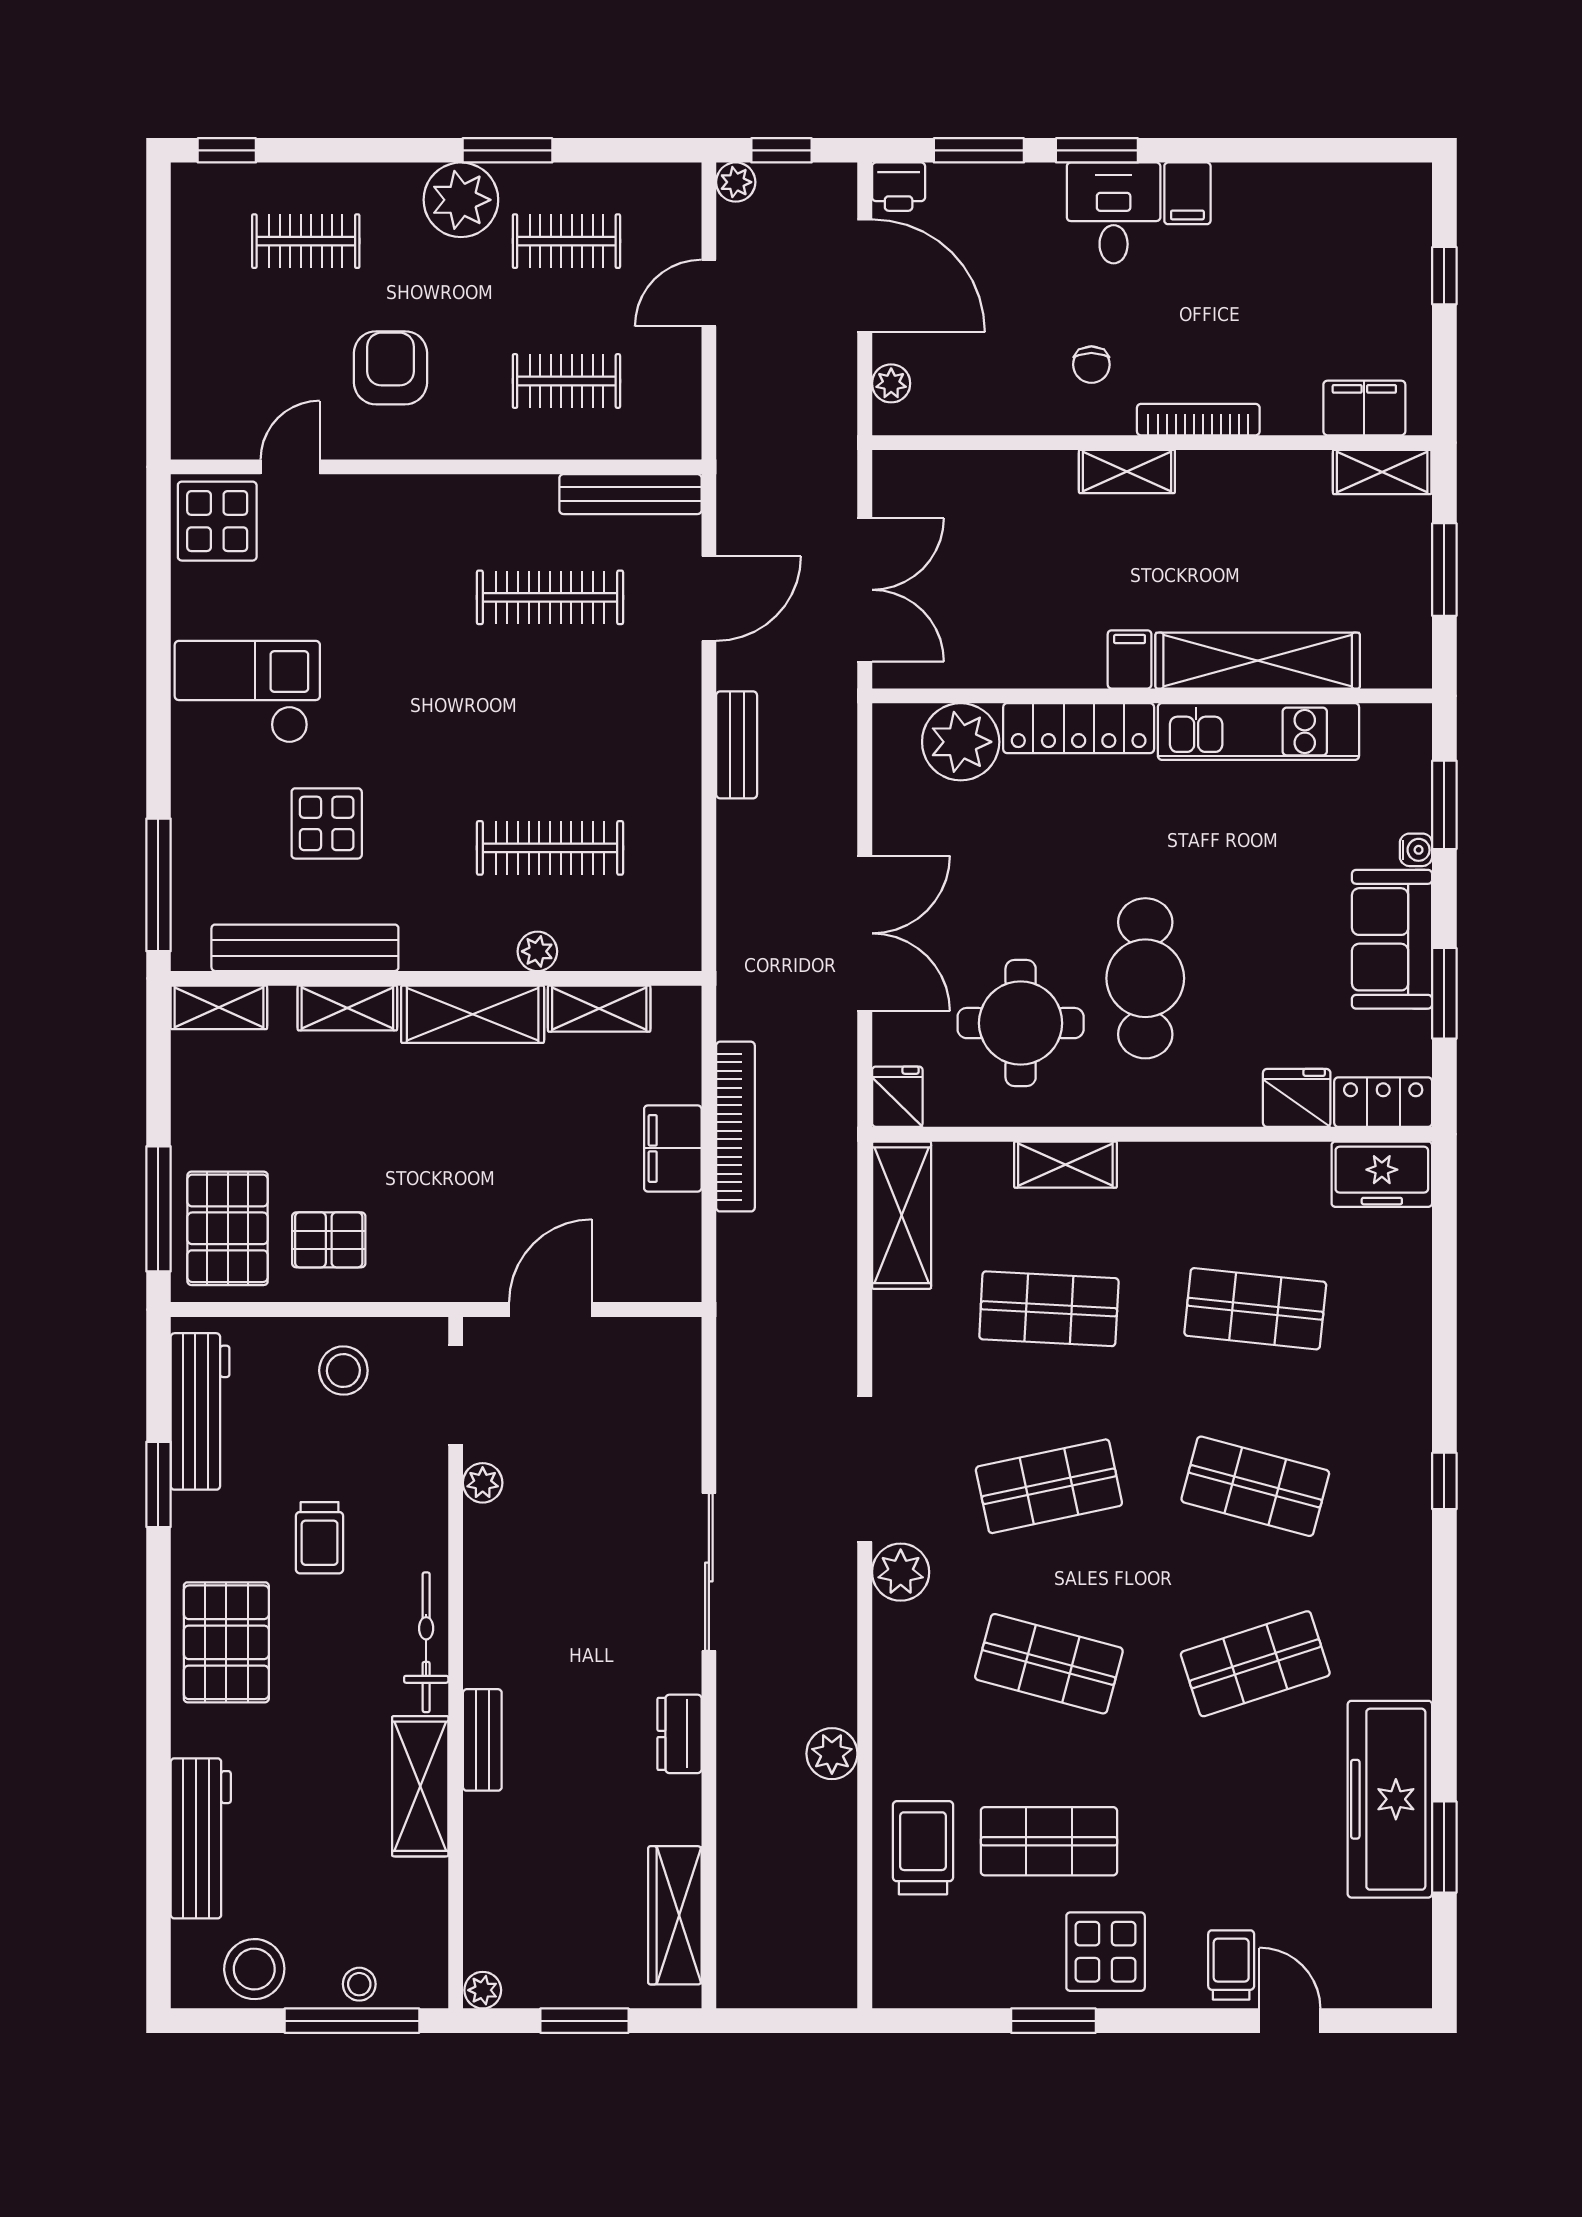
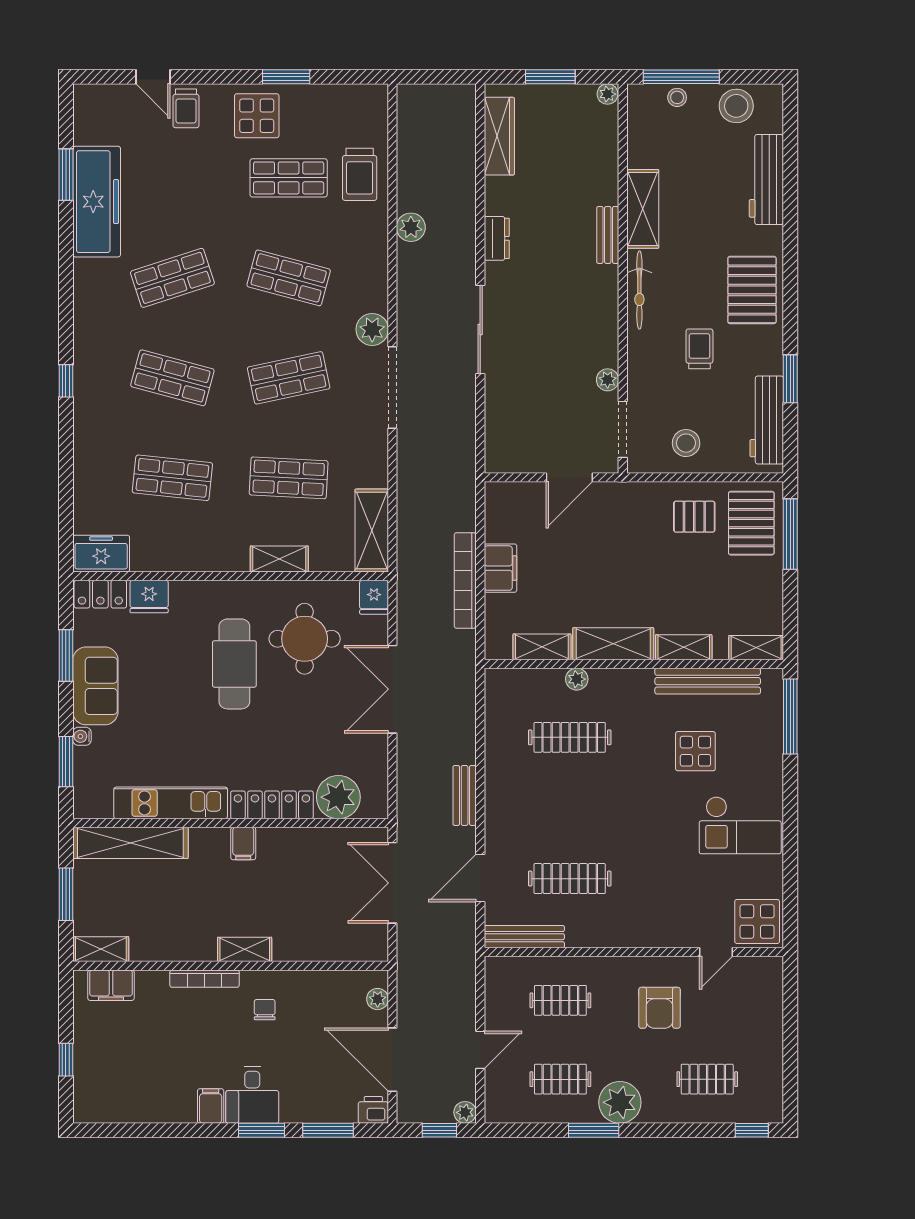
shelving: (1258, 661) -> (130, 843), moved

